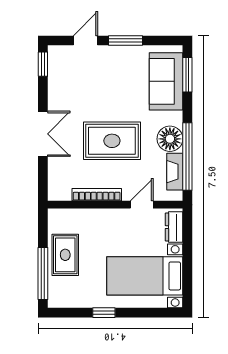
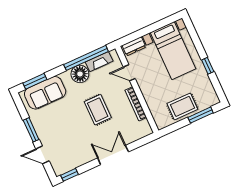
rug: (112, 141) -> (98, 110), width x0.73, depth x0.70
window: (43, 274) -> (201, 115), width x0.69

